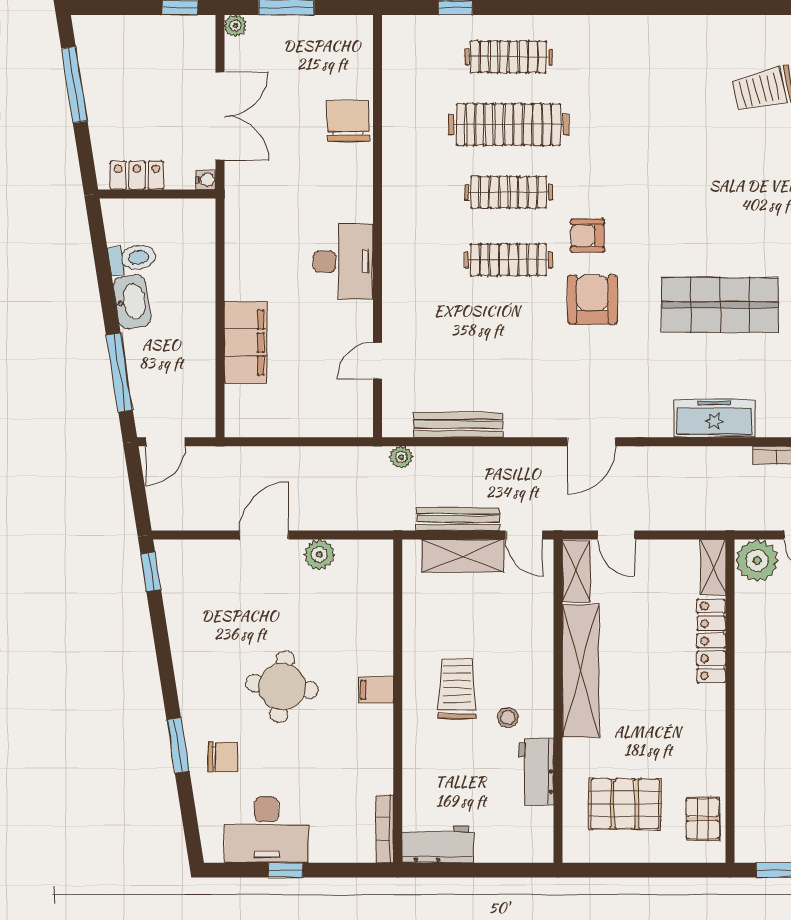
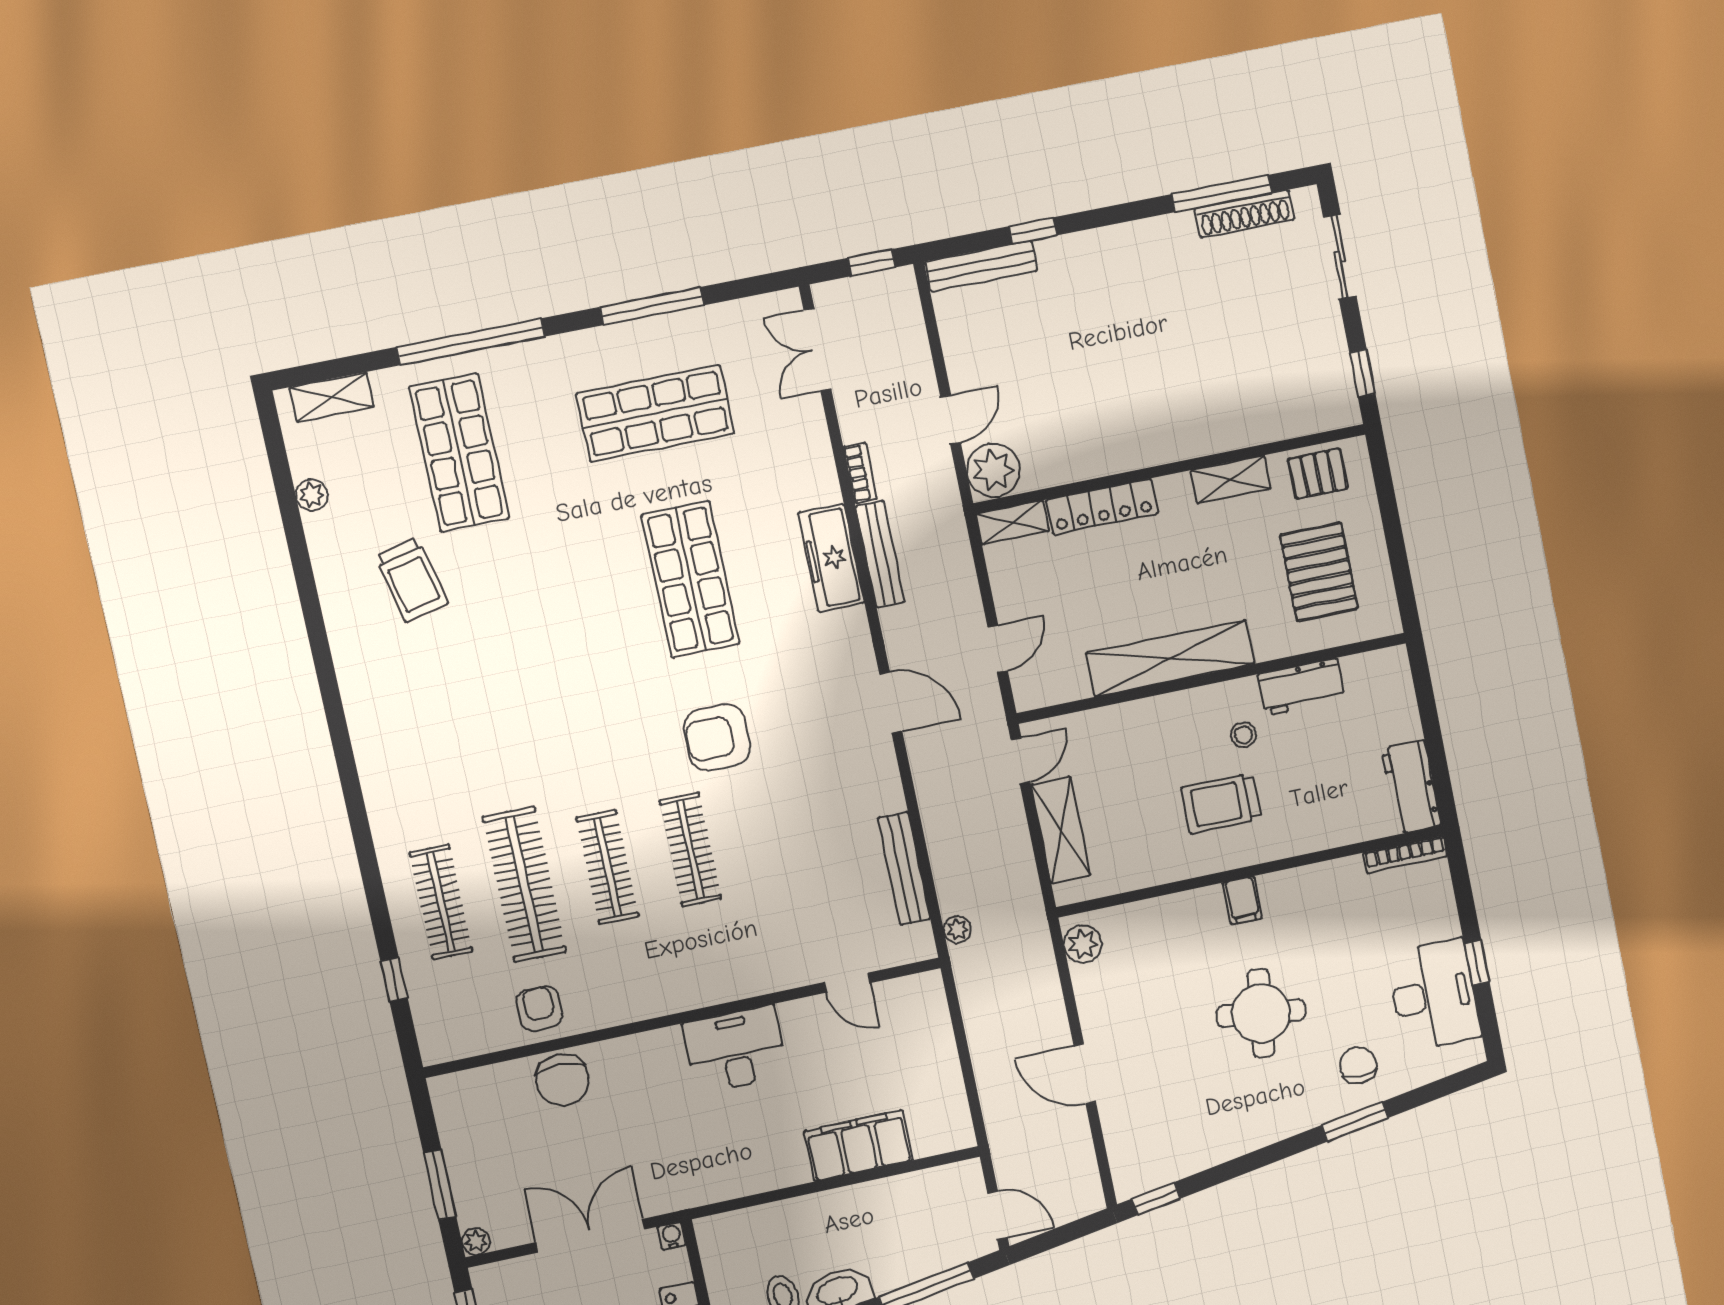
chair: (348, 121) -> (562, 1080), turned -89
armchair: (587, 236) -> (539, 1009), moved, turned 180
bench: (458, 519) -> (880, 554), moved
plant: (319, 555) -> (1083, 944), moved
shelving: (576, 571) -> (1231, 480), moved

